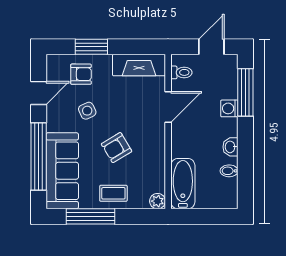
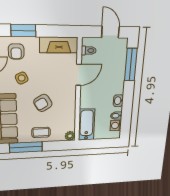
door: (211, 47) -> (110, 32), hinge flipped
armchair: (81, 74) -> (16, 51), turned 90
washing machine: (229, 108) -> (116, 125), moved

